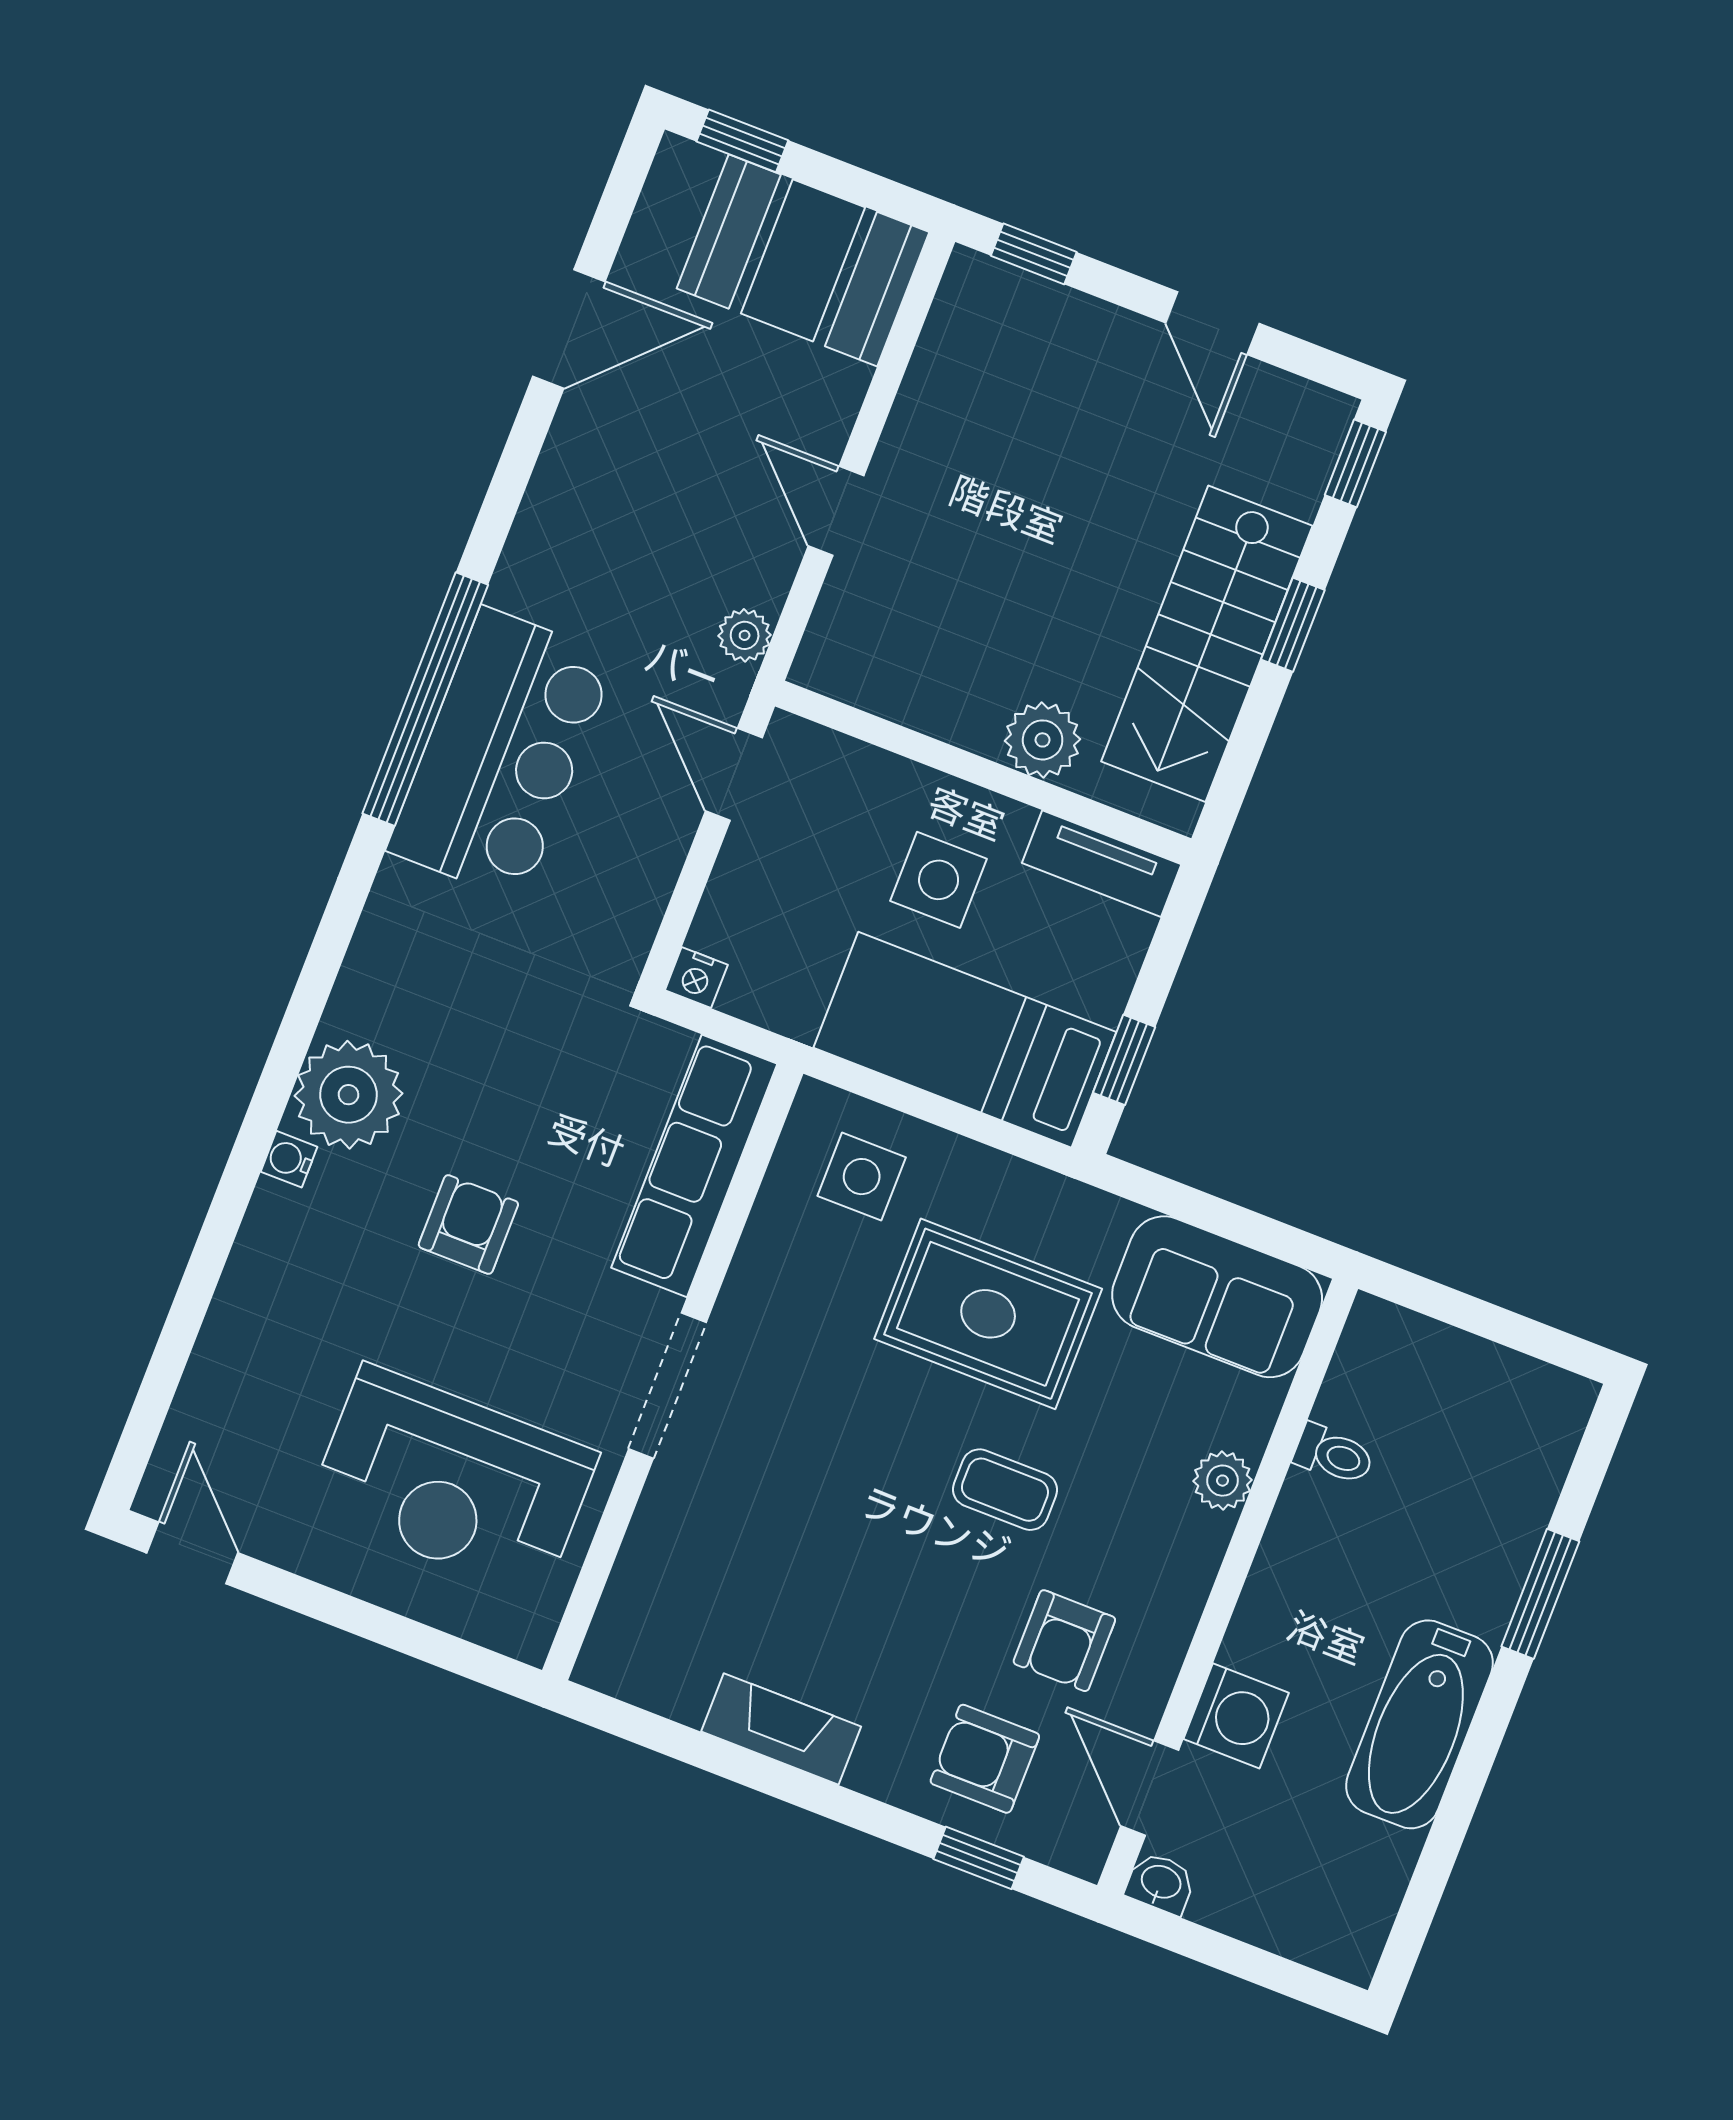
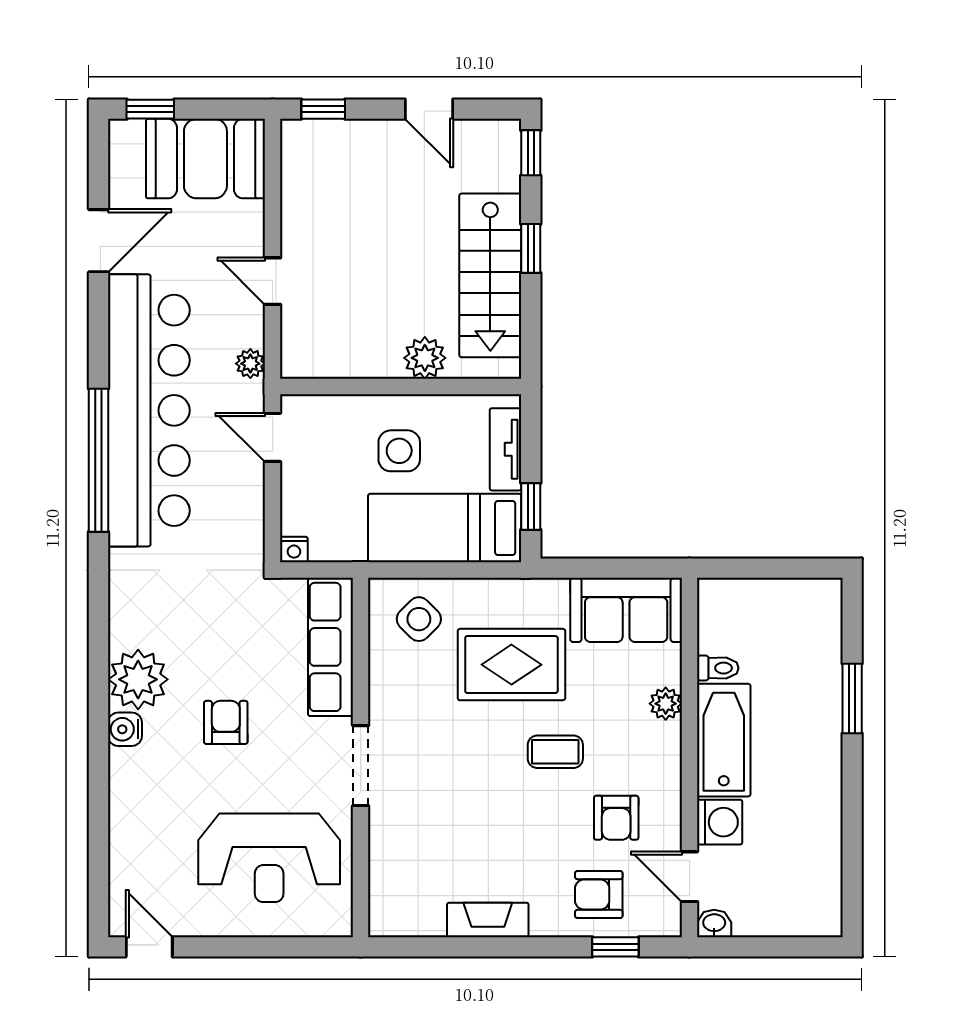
bar counter: (502, 754) -> (149, 410), width x1.86
tv unit: (1102, 864) -> (505, 449), moved, turned 90
water cooler: (289, 1159) -> (125, 729), width x1.38, depth x1.38
side table: (862, 1177) -> (419, 619), turned 45
bathtub: (1420, 1724) -> (724, 740), moved, turned 180

